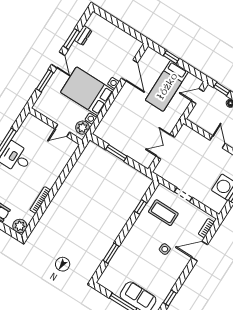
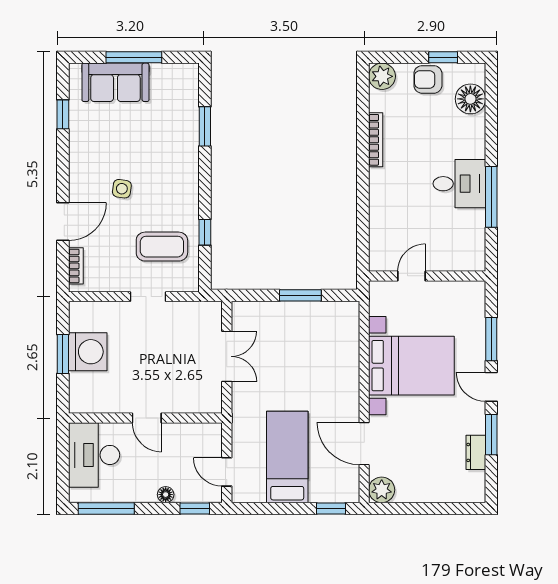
window: (171, 57) -> (331, 508), moved
door: (197, 96) -> (227, 472), swing flipped
plant: (82, 128) -> (382, 490), moved

